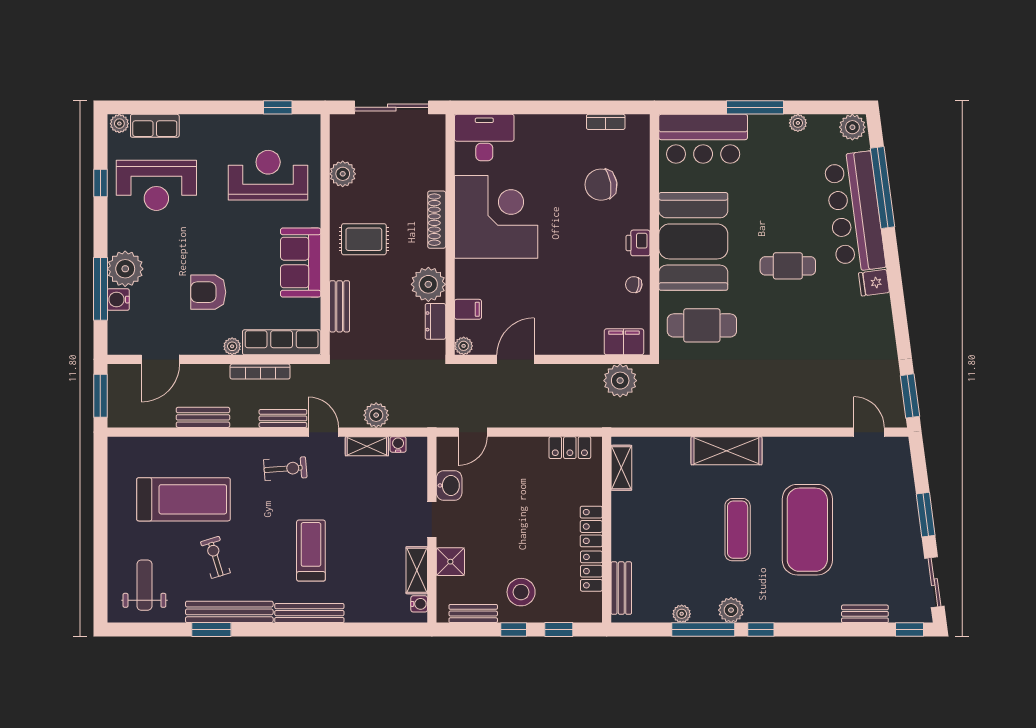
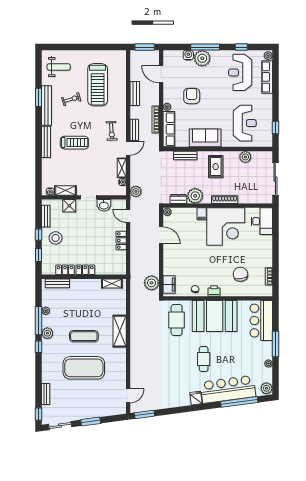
row of seats: (155, 126) -> (267, 77), width x1.48
window: (100, 289) -> (205, 47), moved
filing cabinet: (468, 309) -> (202, 214), moved
plant: (376, 415) -> (136, 191), moved
locker: (570, 448) -> (121, 240), moved

